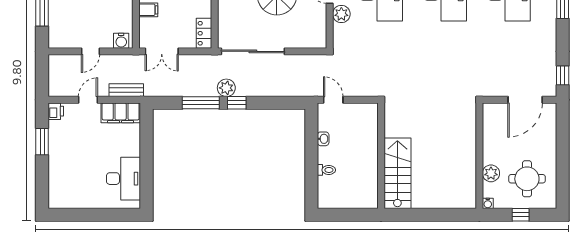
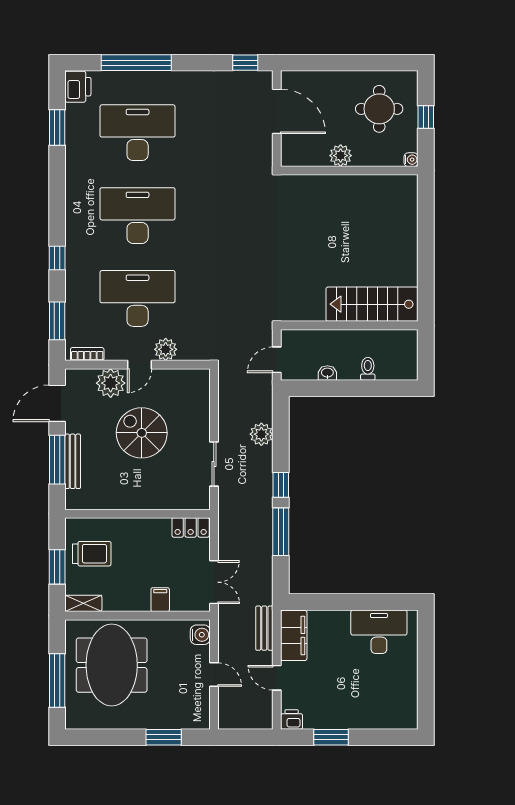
sliding door: (253, 51) -> (214, 464), width x0.54
plant: (226, 88) -> (261, 434), moved
wall: (381, 156) -> (349, 325), moved
stairs: (397, 173) -> (372, 304), moved
plant: (491, 173) -> (341, 156), moved

